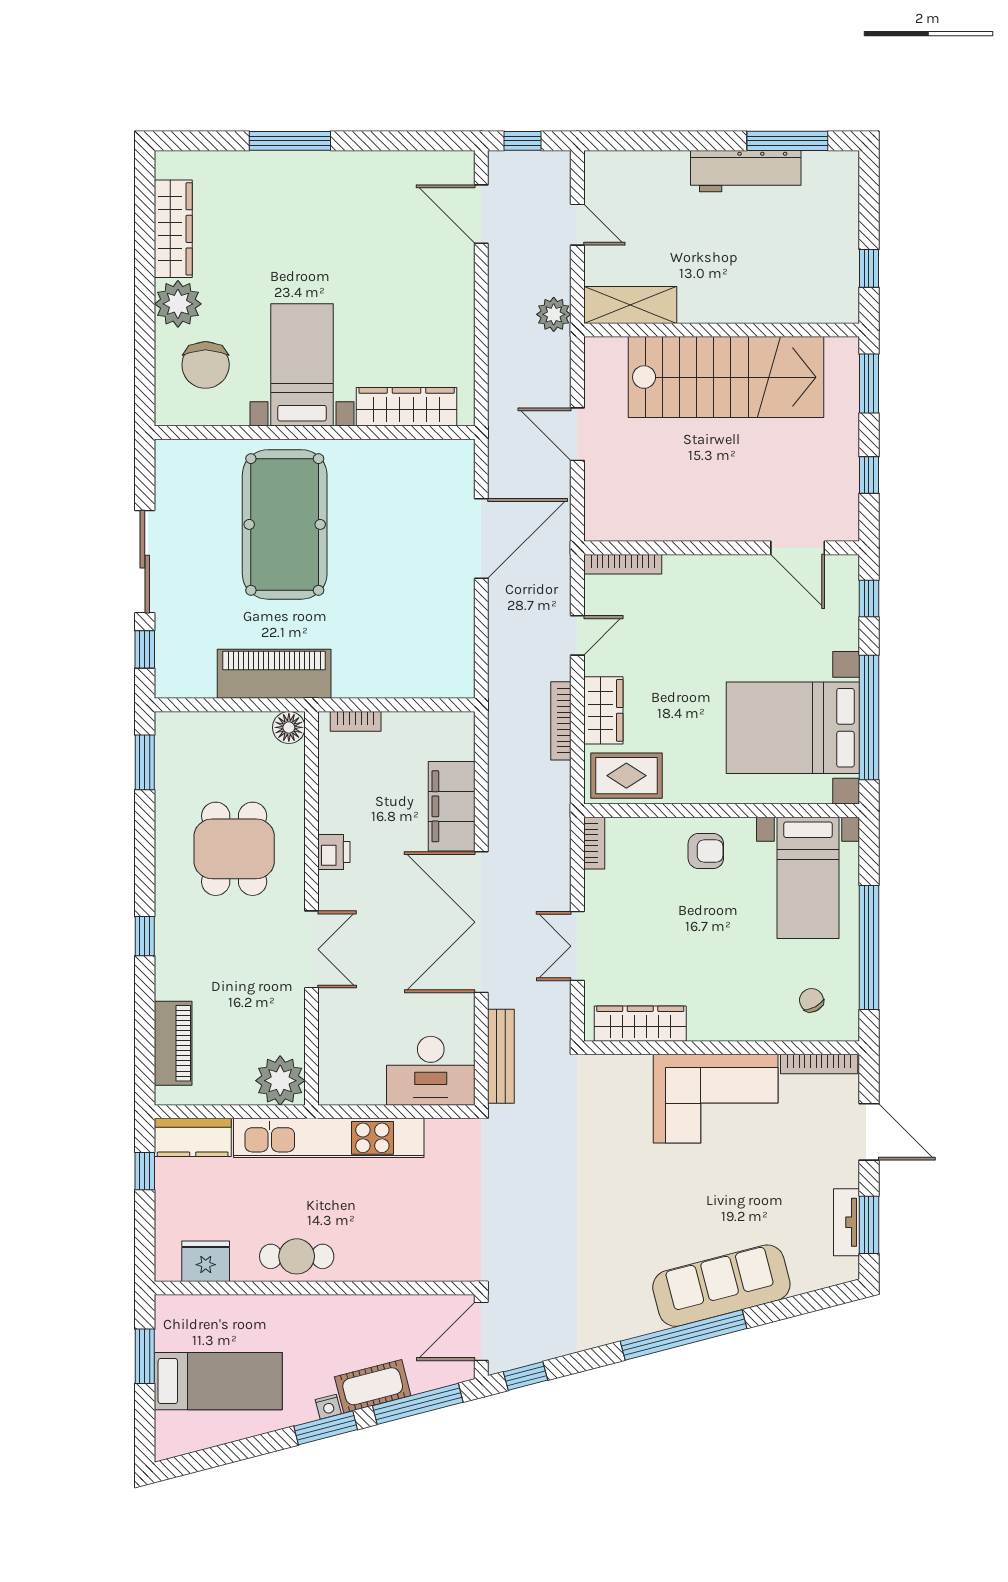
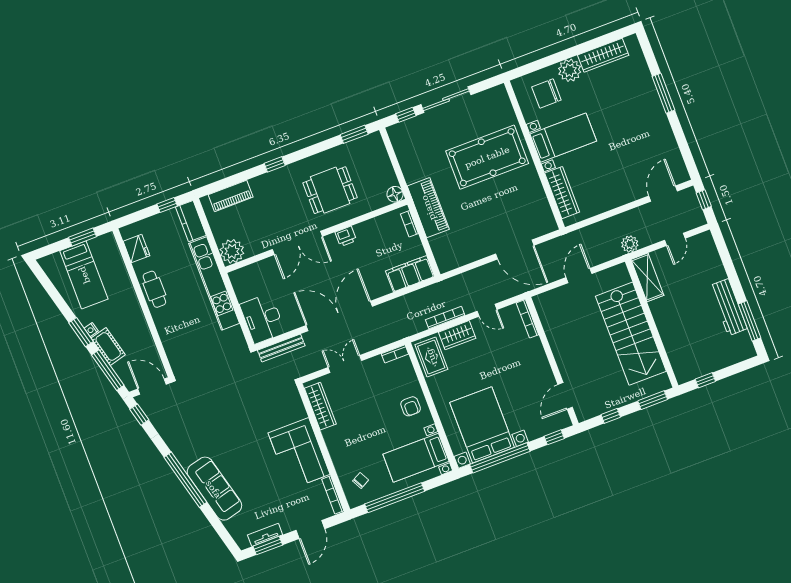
piano: (274, 674) -> (428, 208), moved
filing cabinet: (452, 806) -> (410, 274), moved
double door: (311, 949) -> (297, 243), width x1.37

